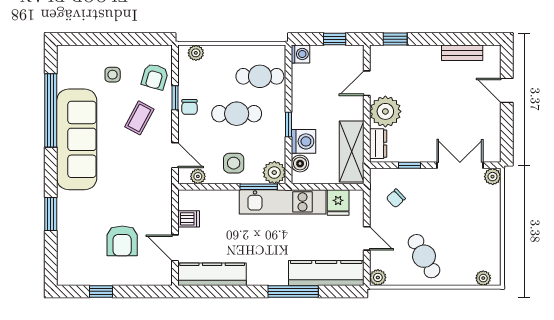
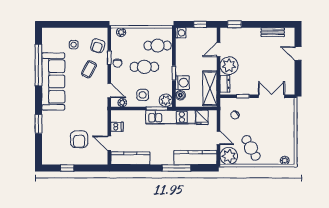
plant: (493, 177) -> (290, 103), removed
plant: (378, 277) -> (229, 156), width x1.88, depth x1.88

